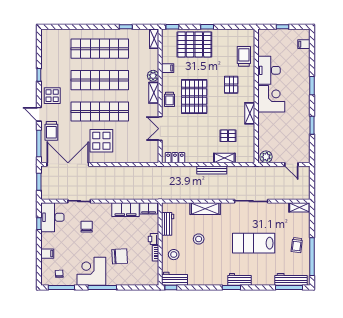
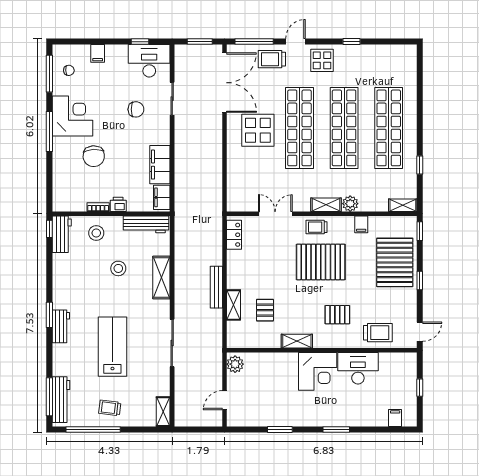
door: (243, 27) -> (420, 332), added
workbench: (168, 224) -> (146, 224), width x1.38

